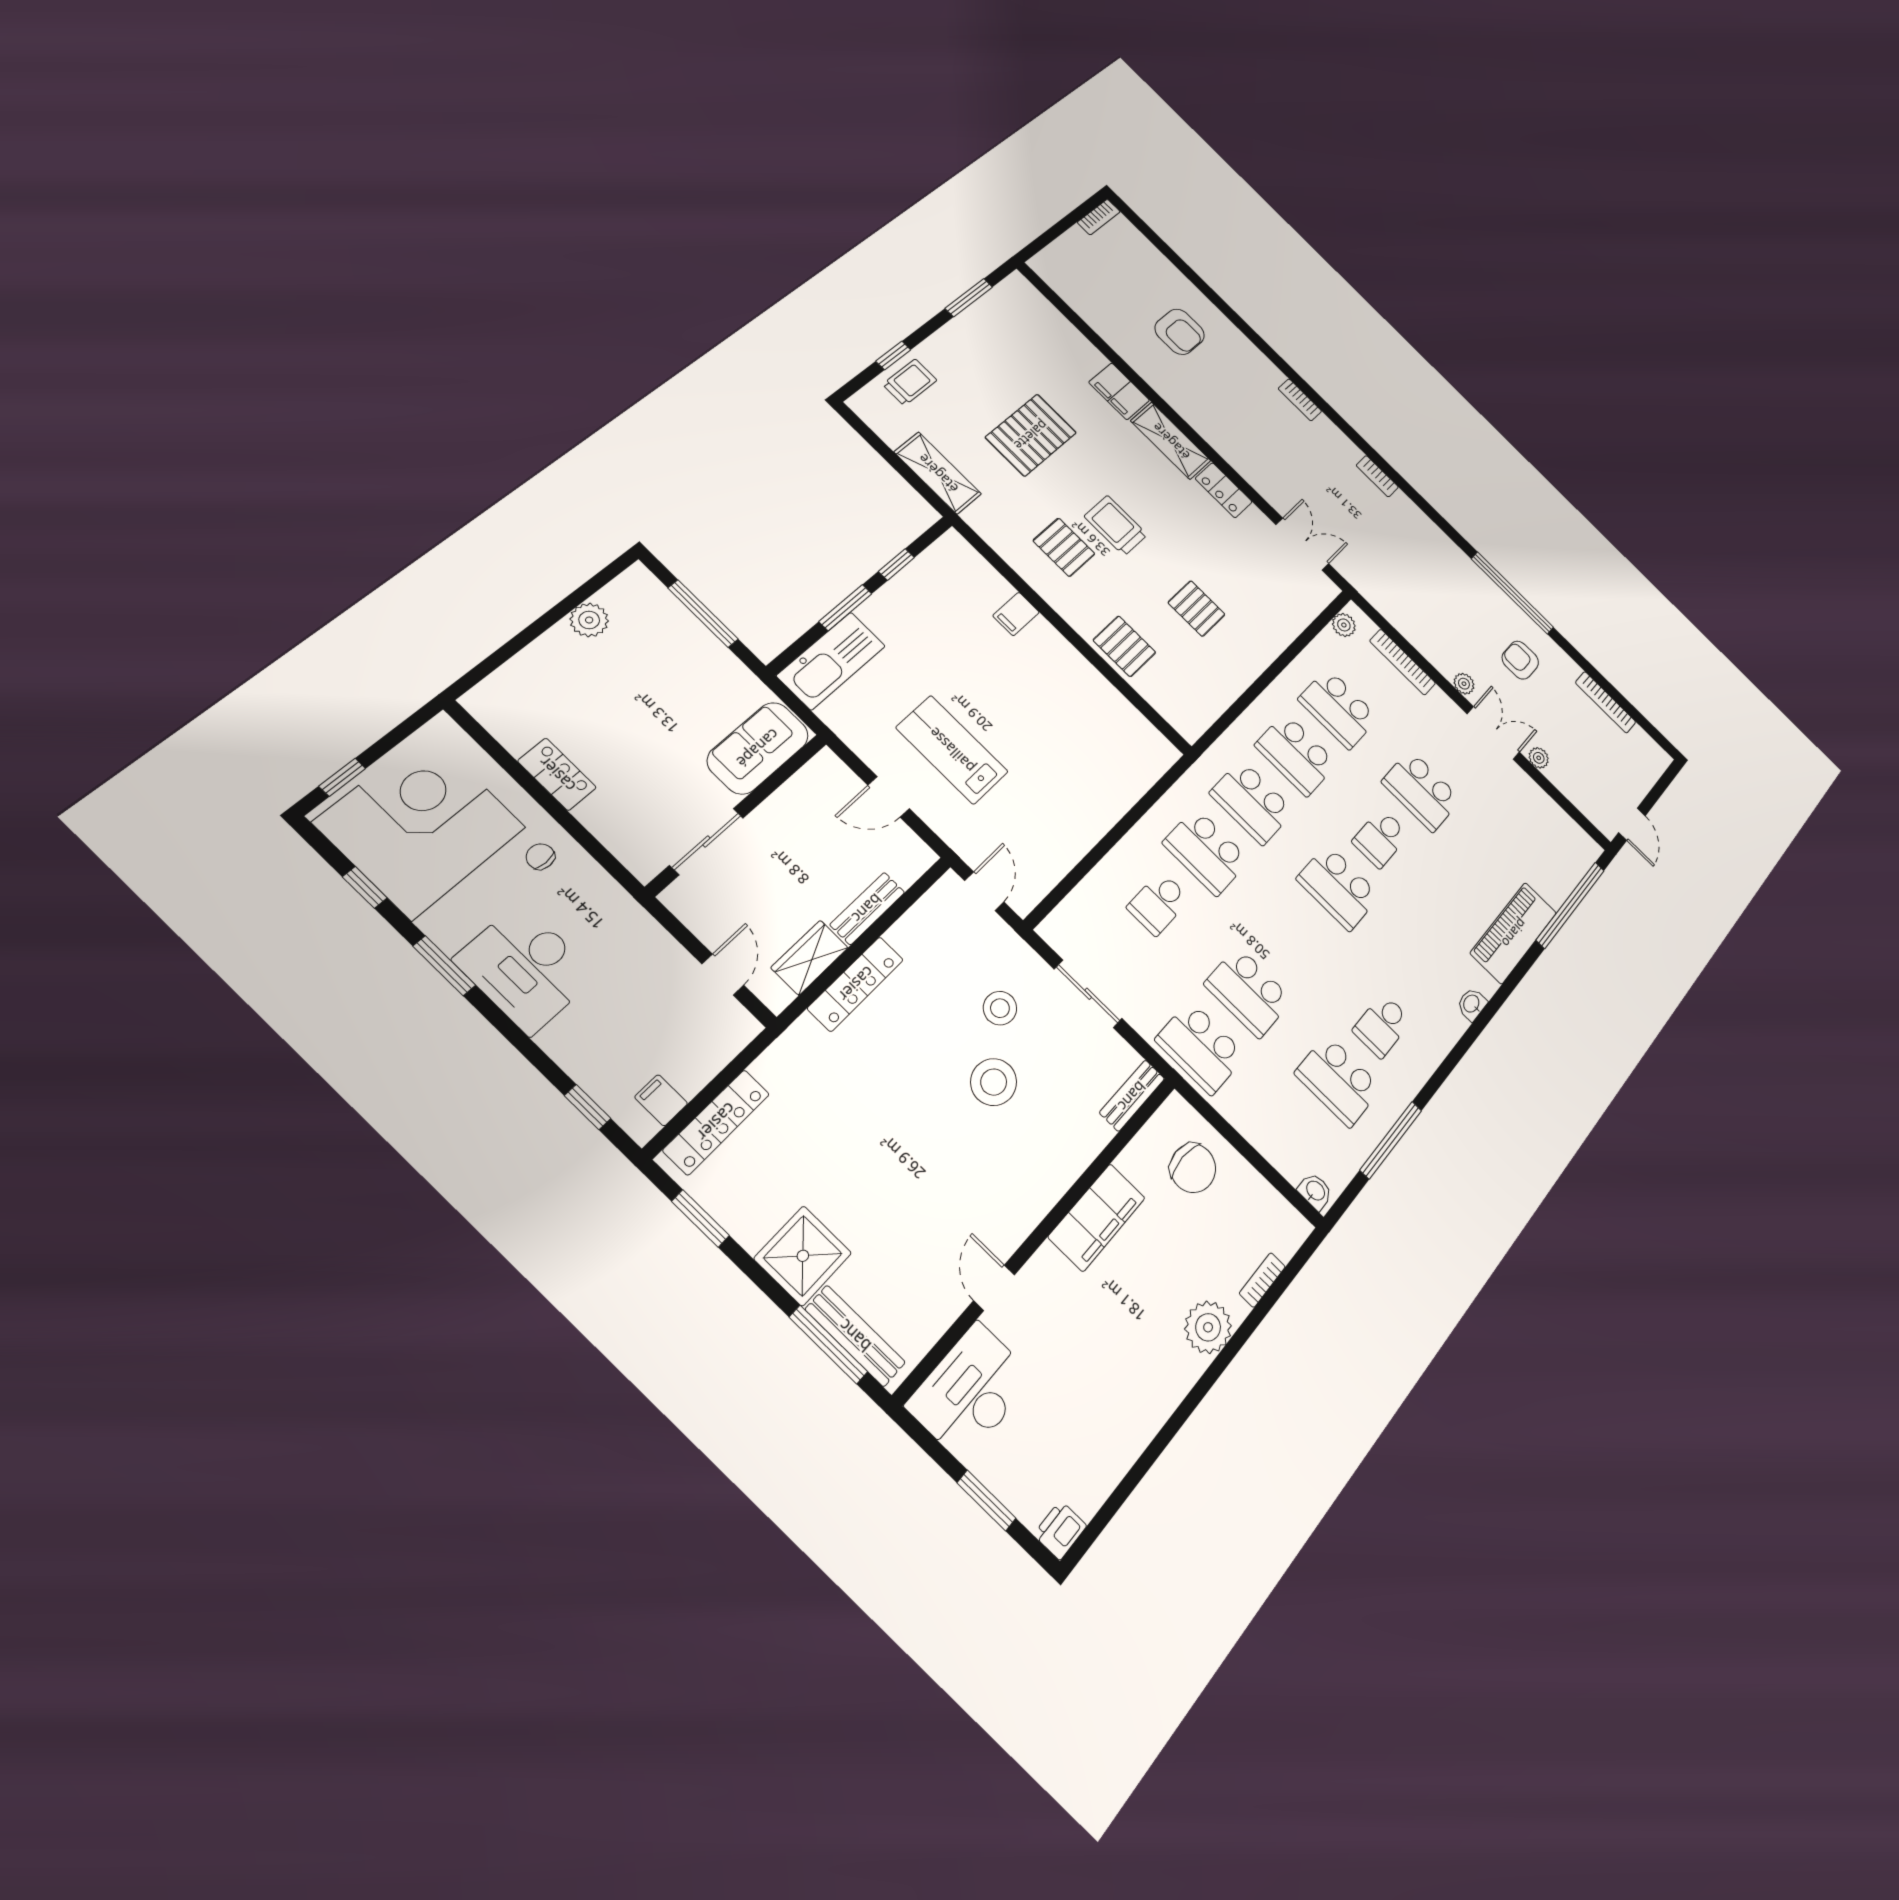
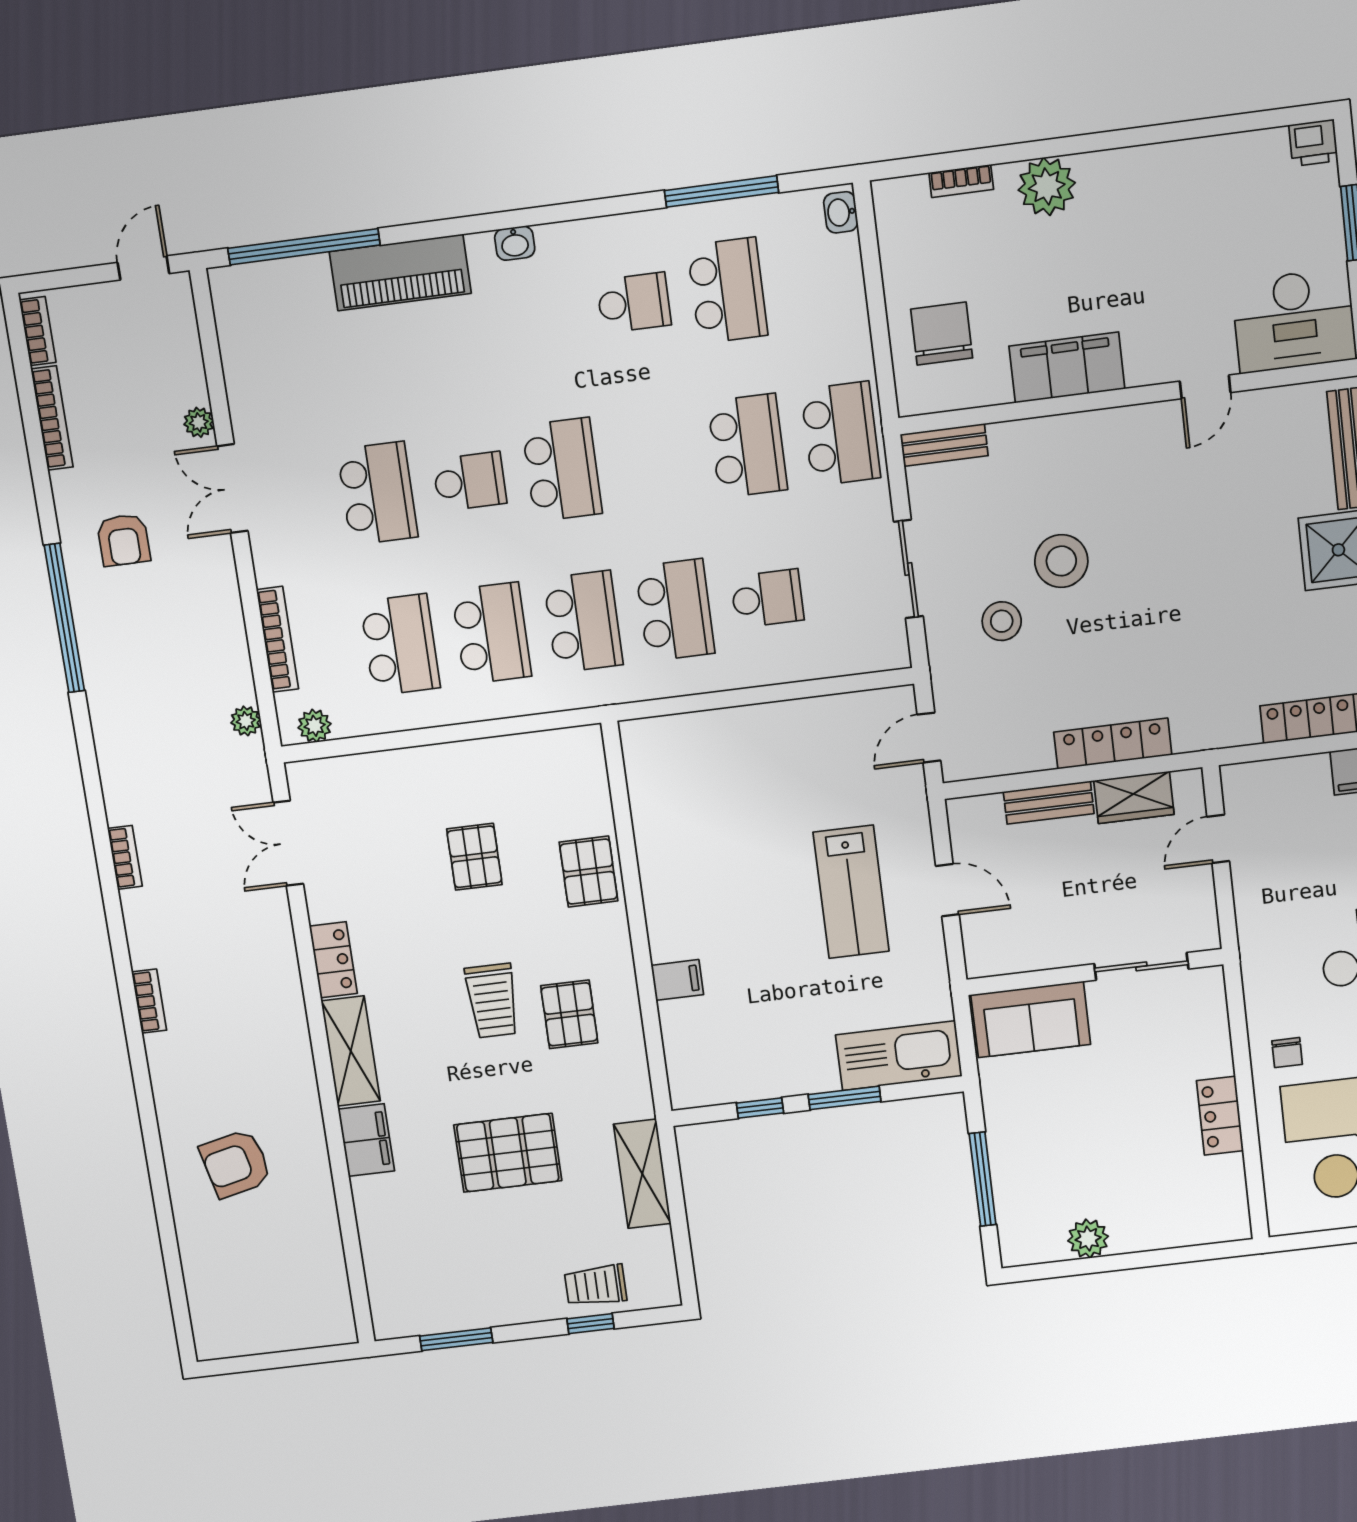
bookcase: (1099, 217) -> (38, 331), moved, turned 90
armchair: (1180, 332) -> (236, 1164), turned -103
plant: (1464, 684) -> (246, 721), moved

